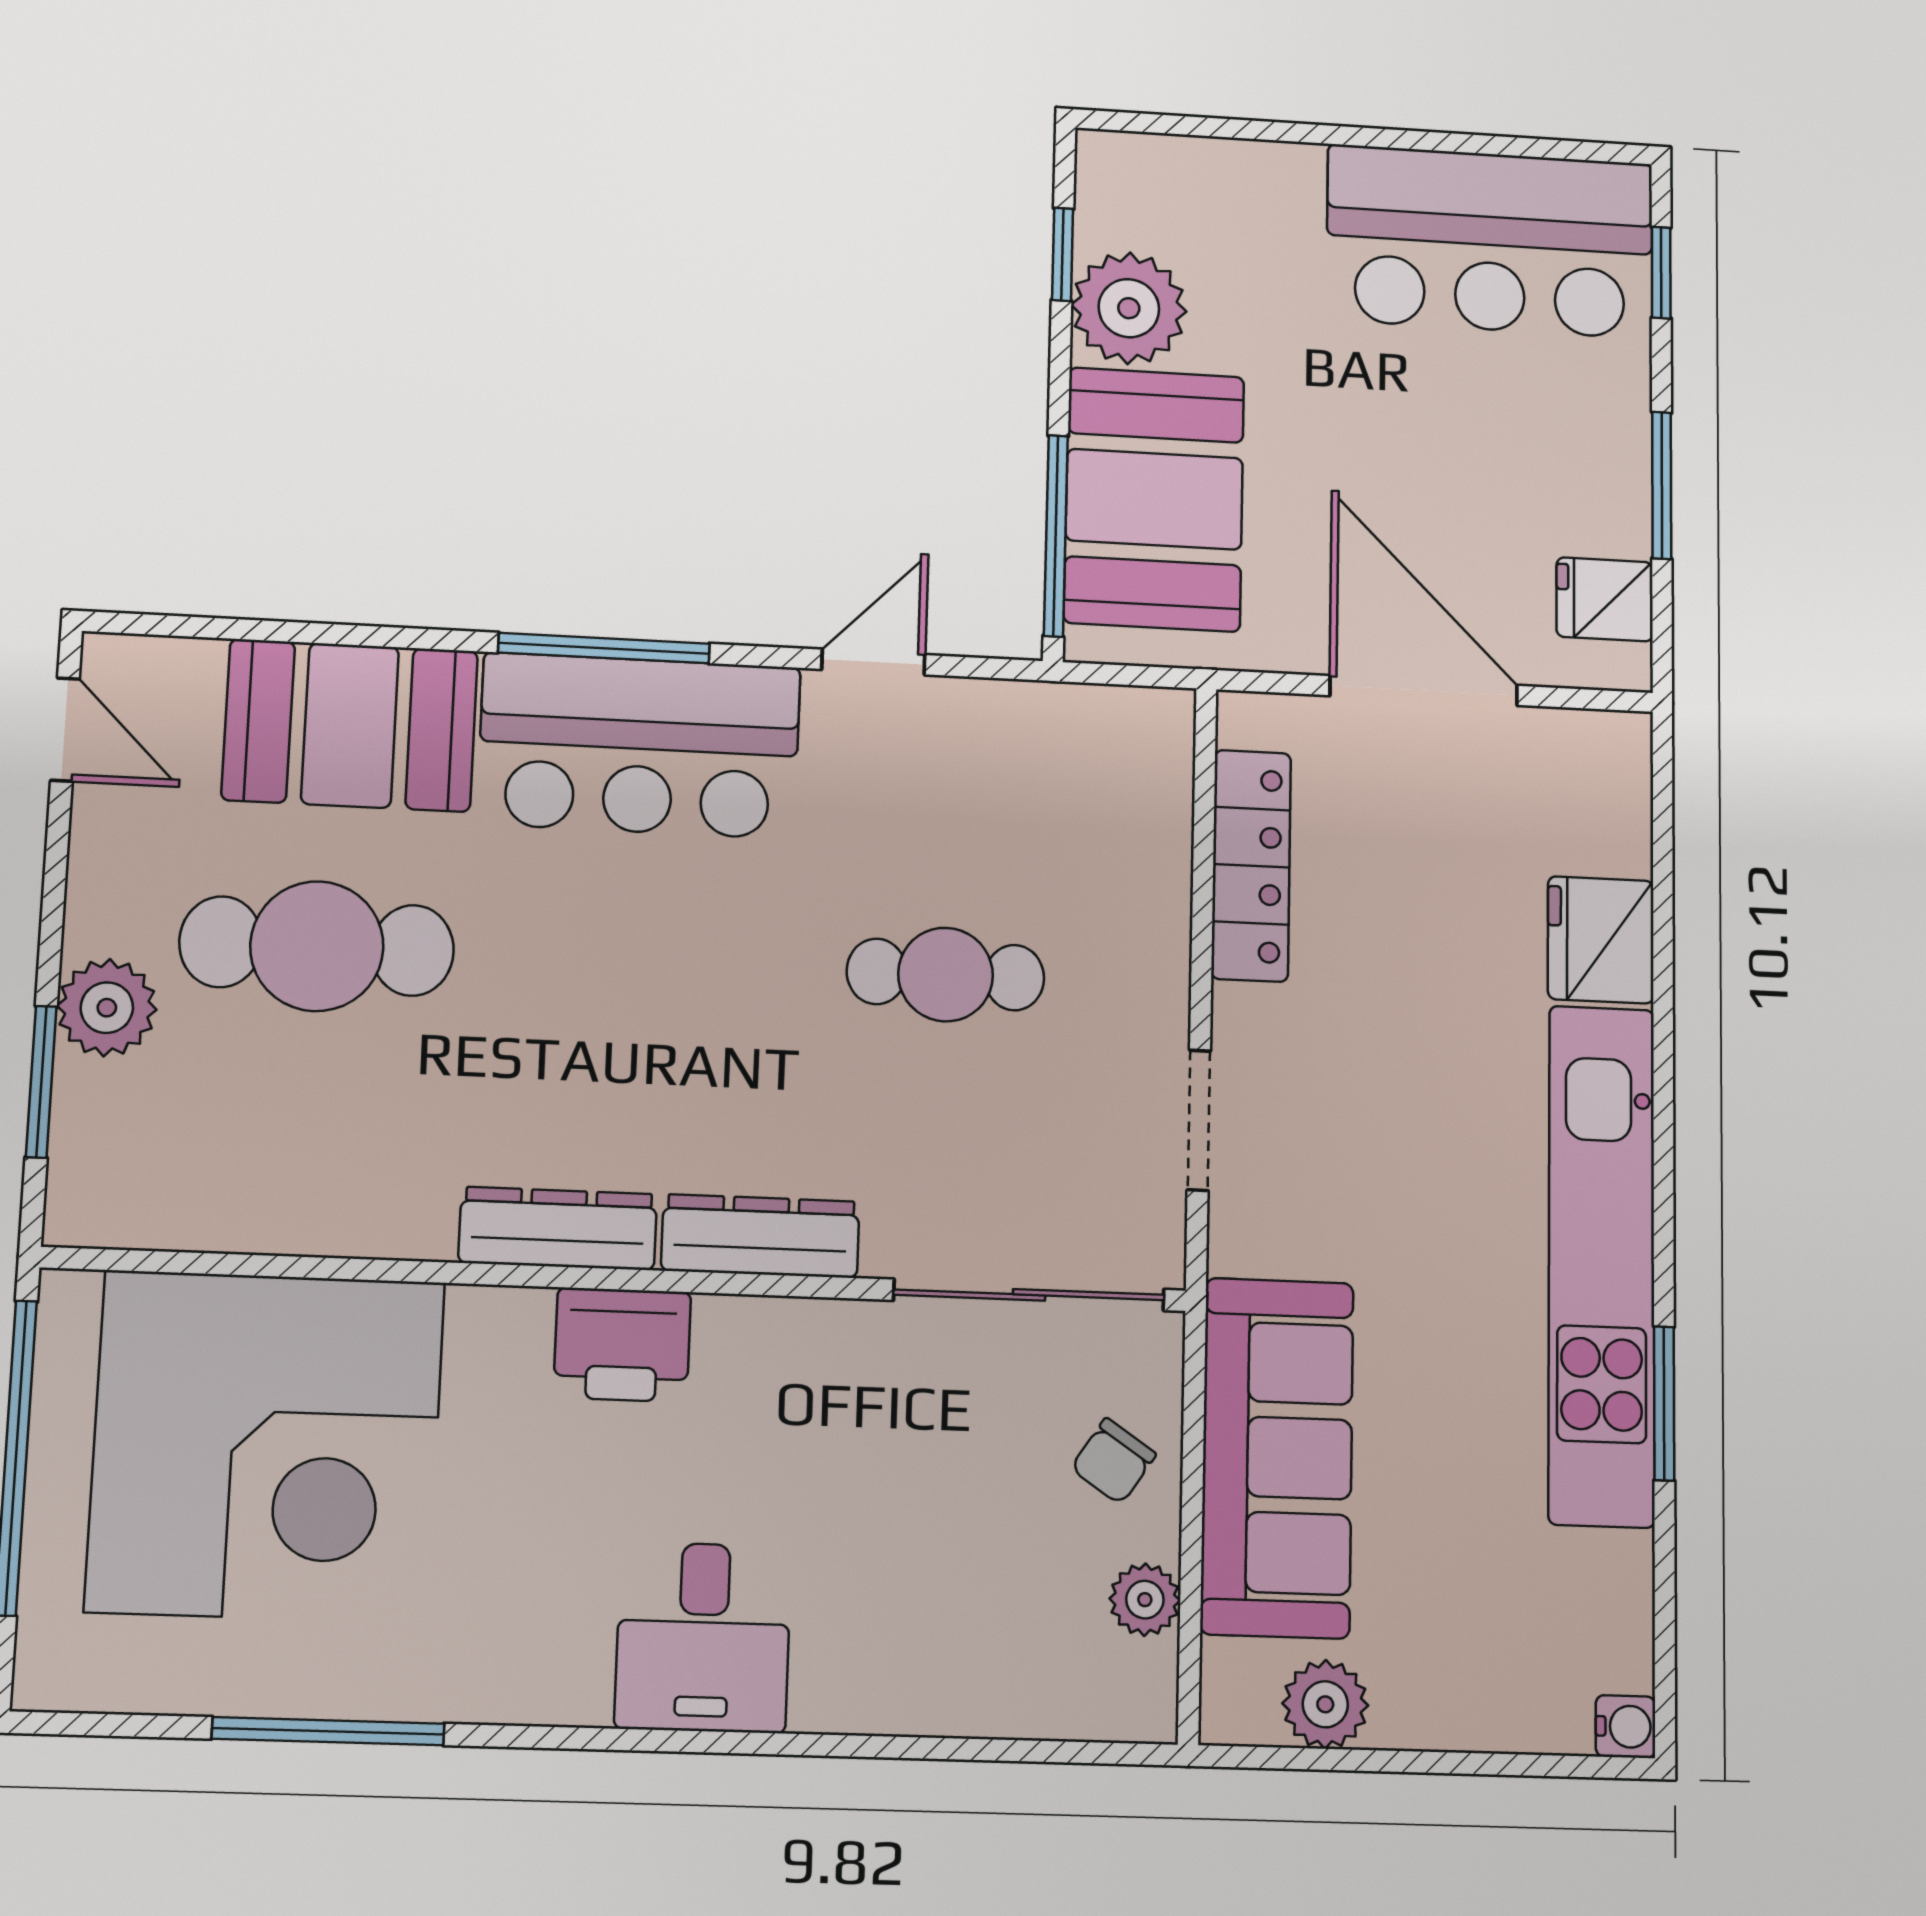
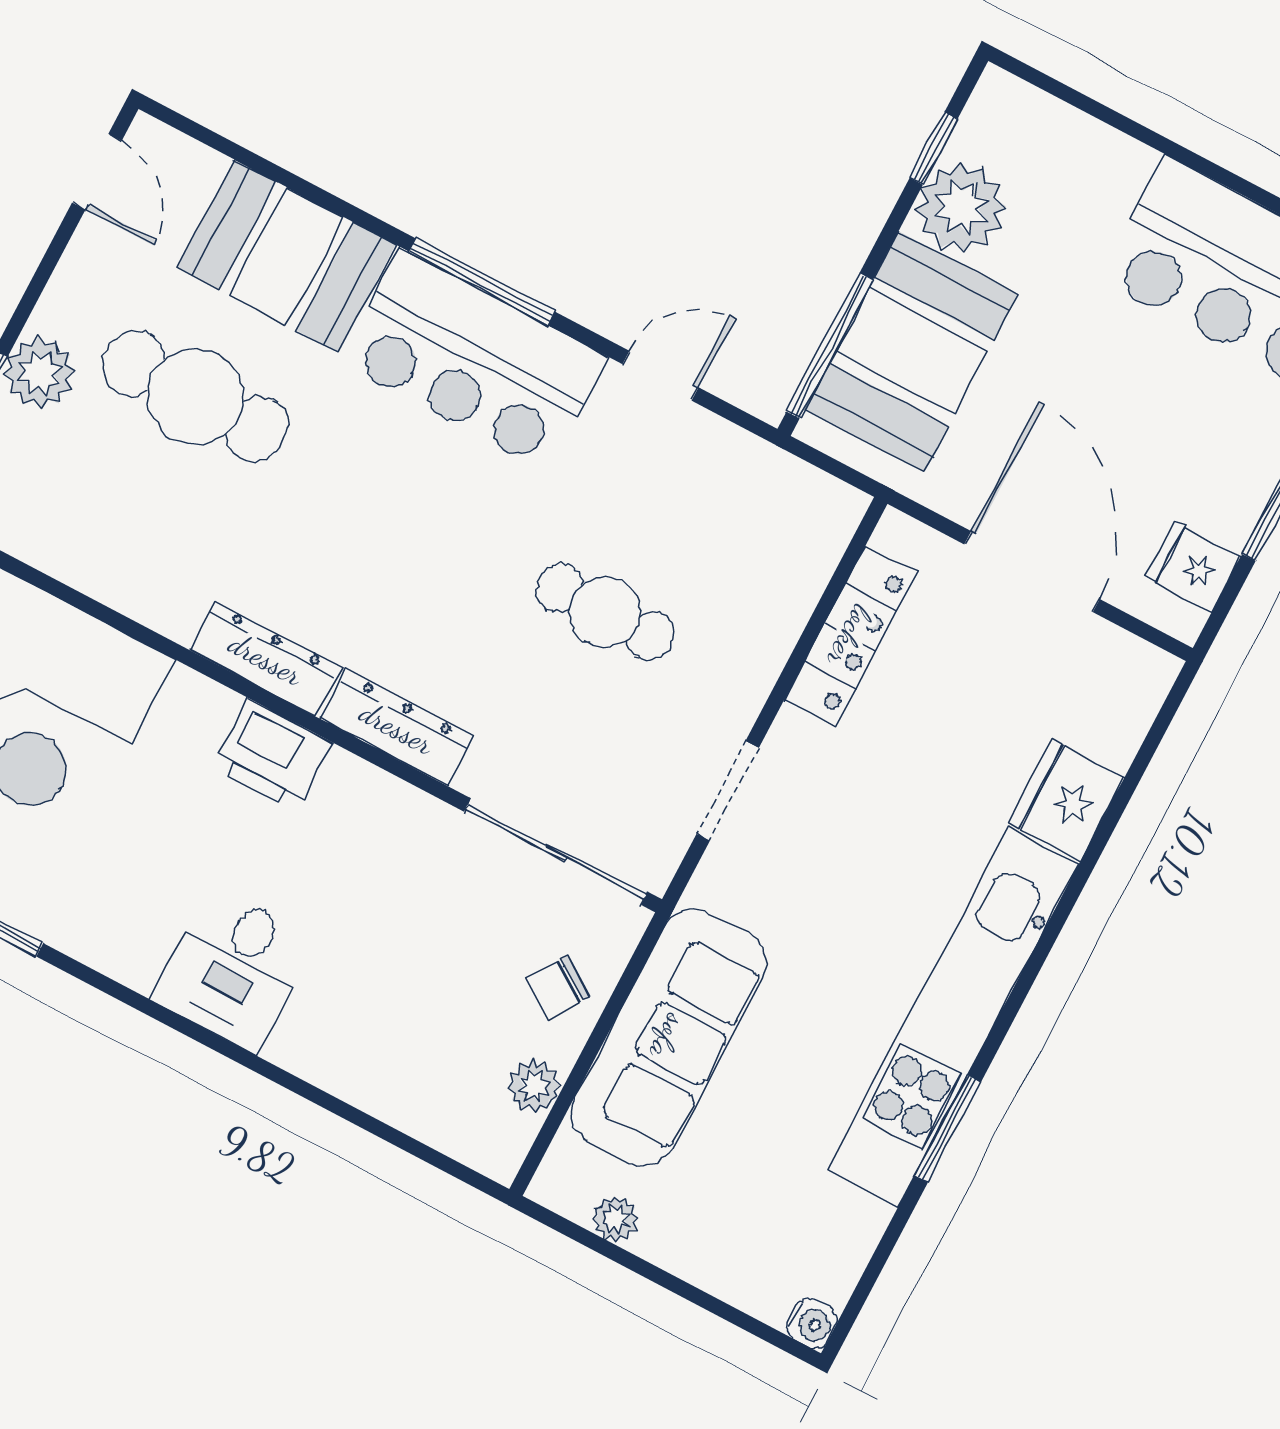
plant: (1325, 1704) -> (615, 1219), width x0.73, depth x0.73

